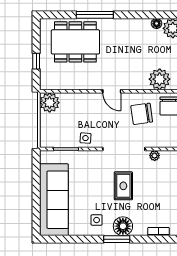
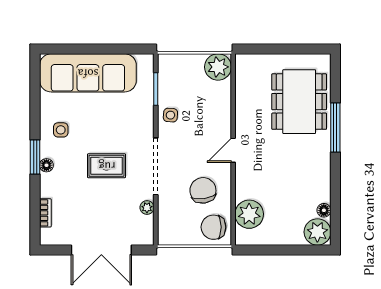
window: (36, 61) -> (273, 49), removed
floor lamp: (123, 226) -> (46, 165), width x0.53, depth x0.53

